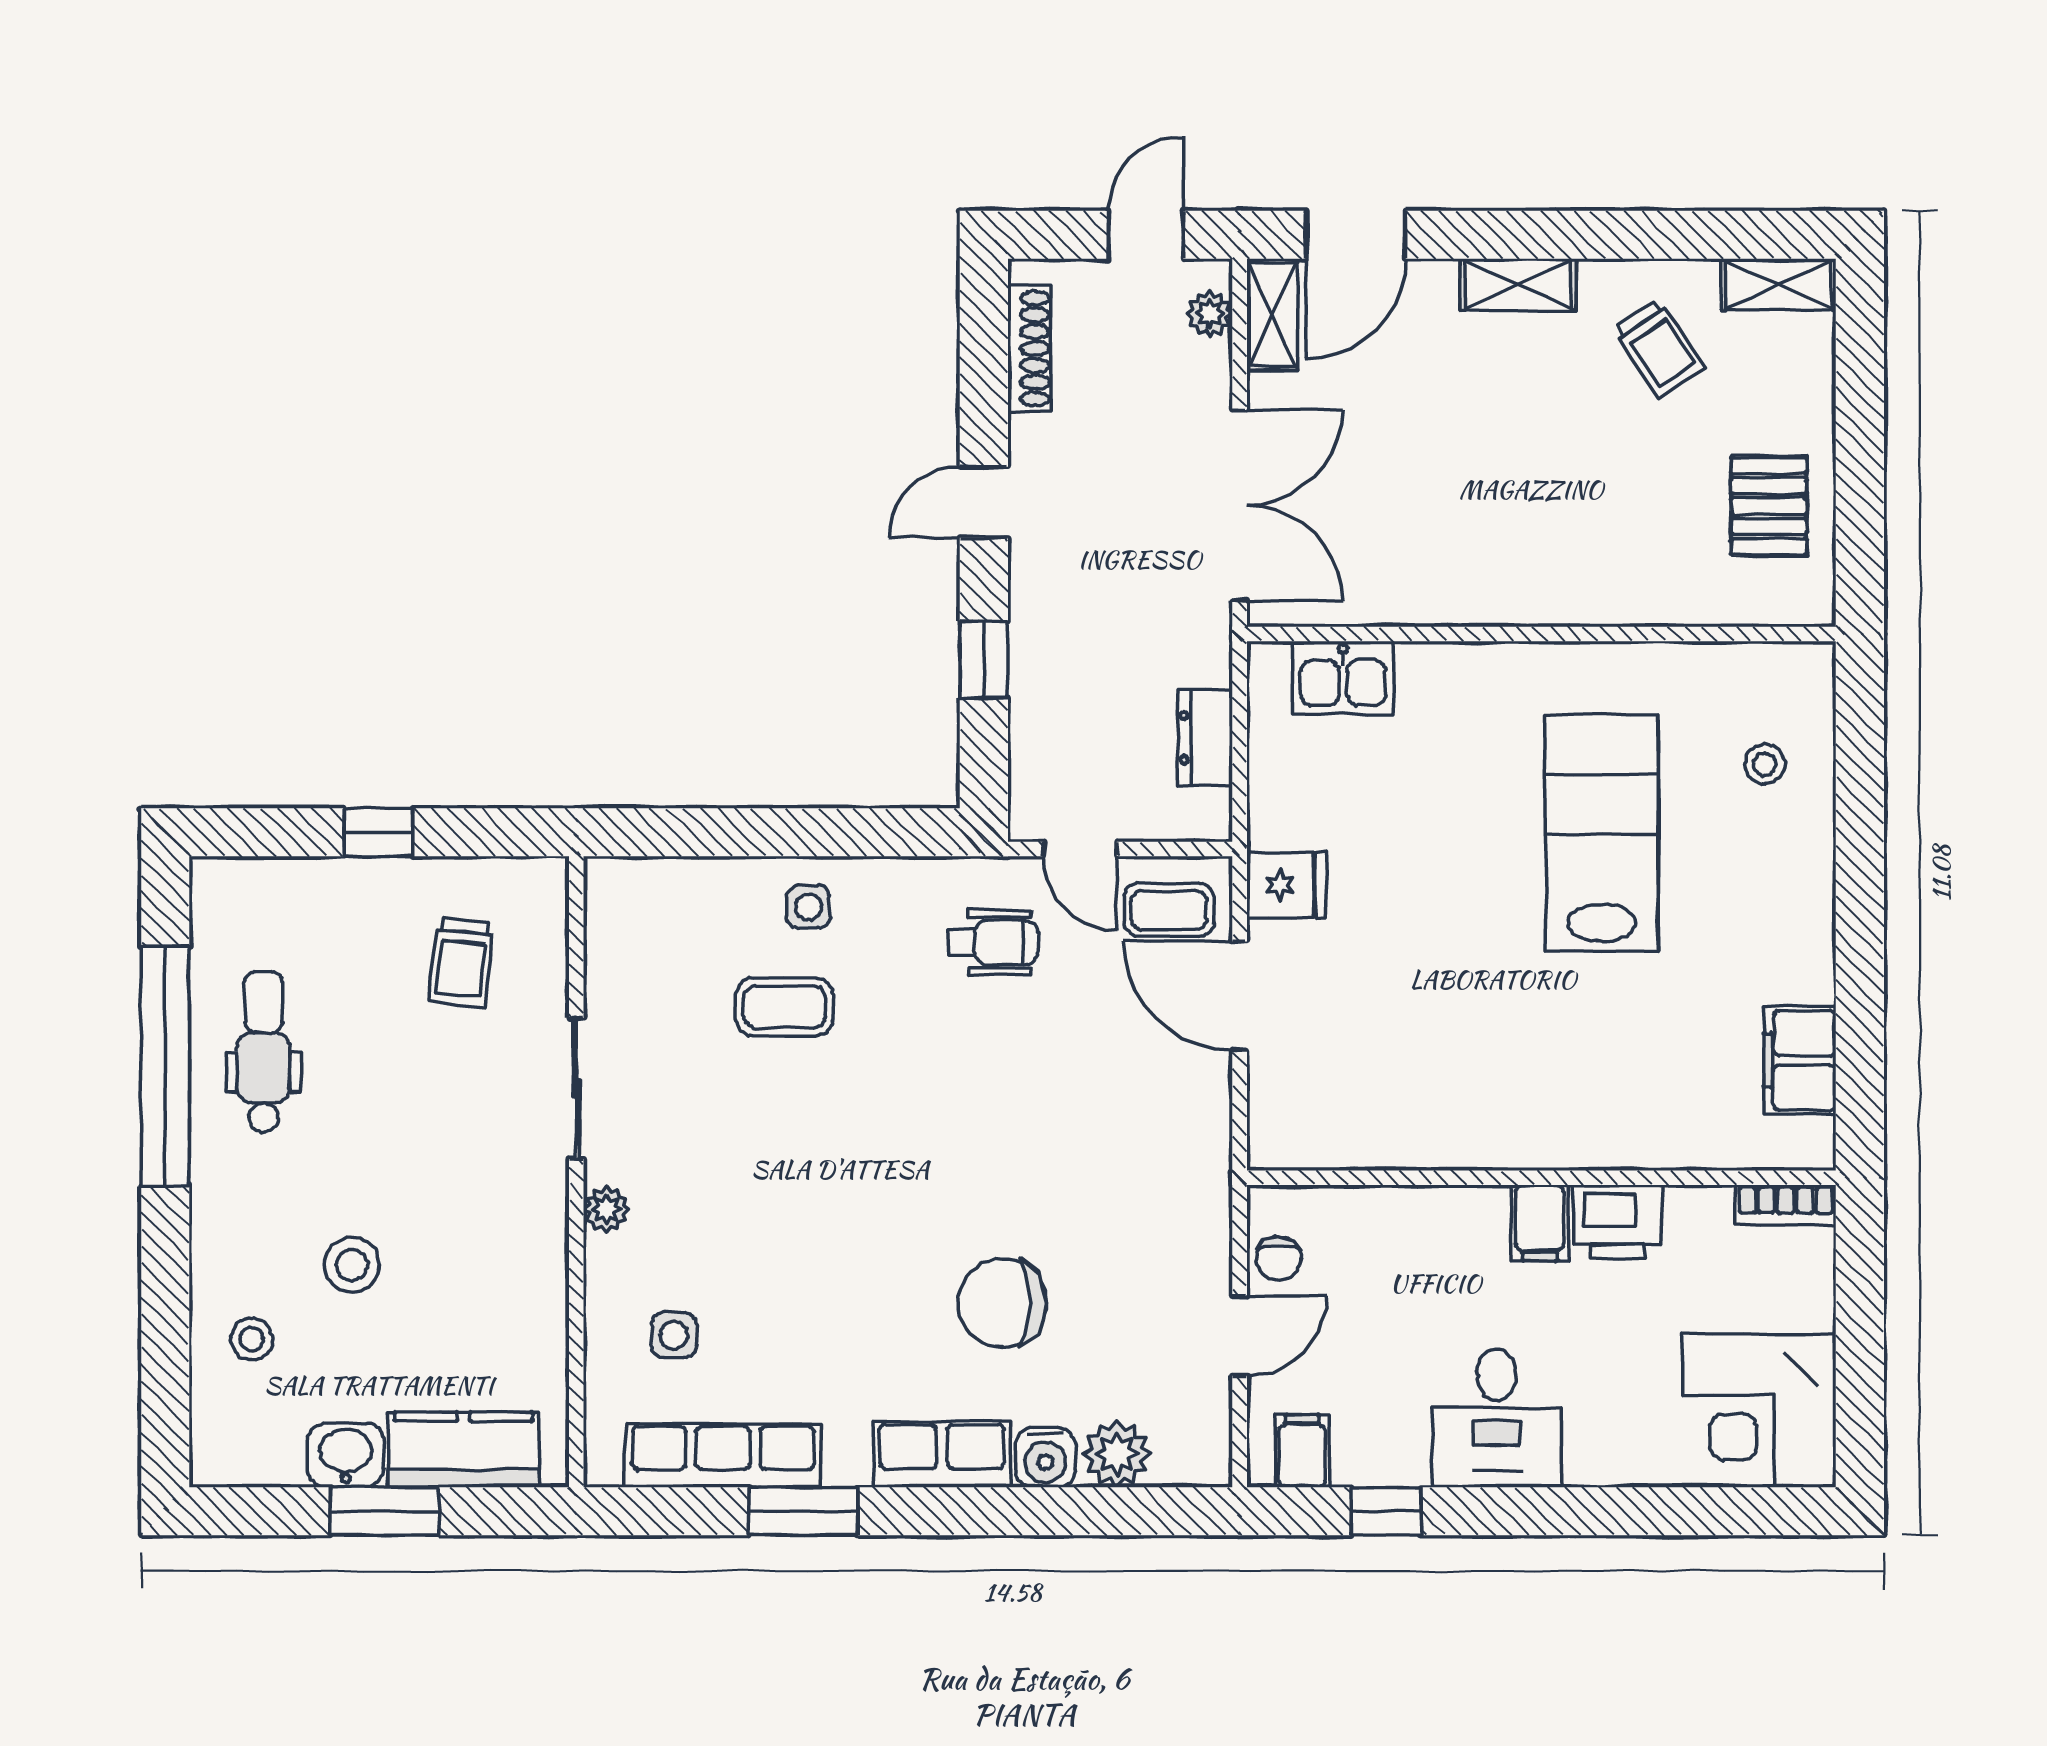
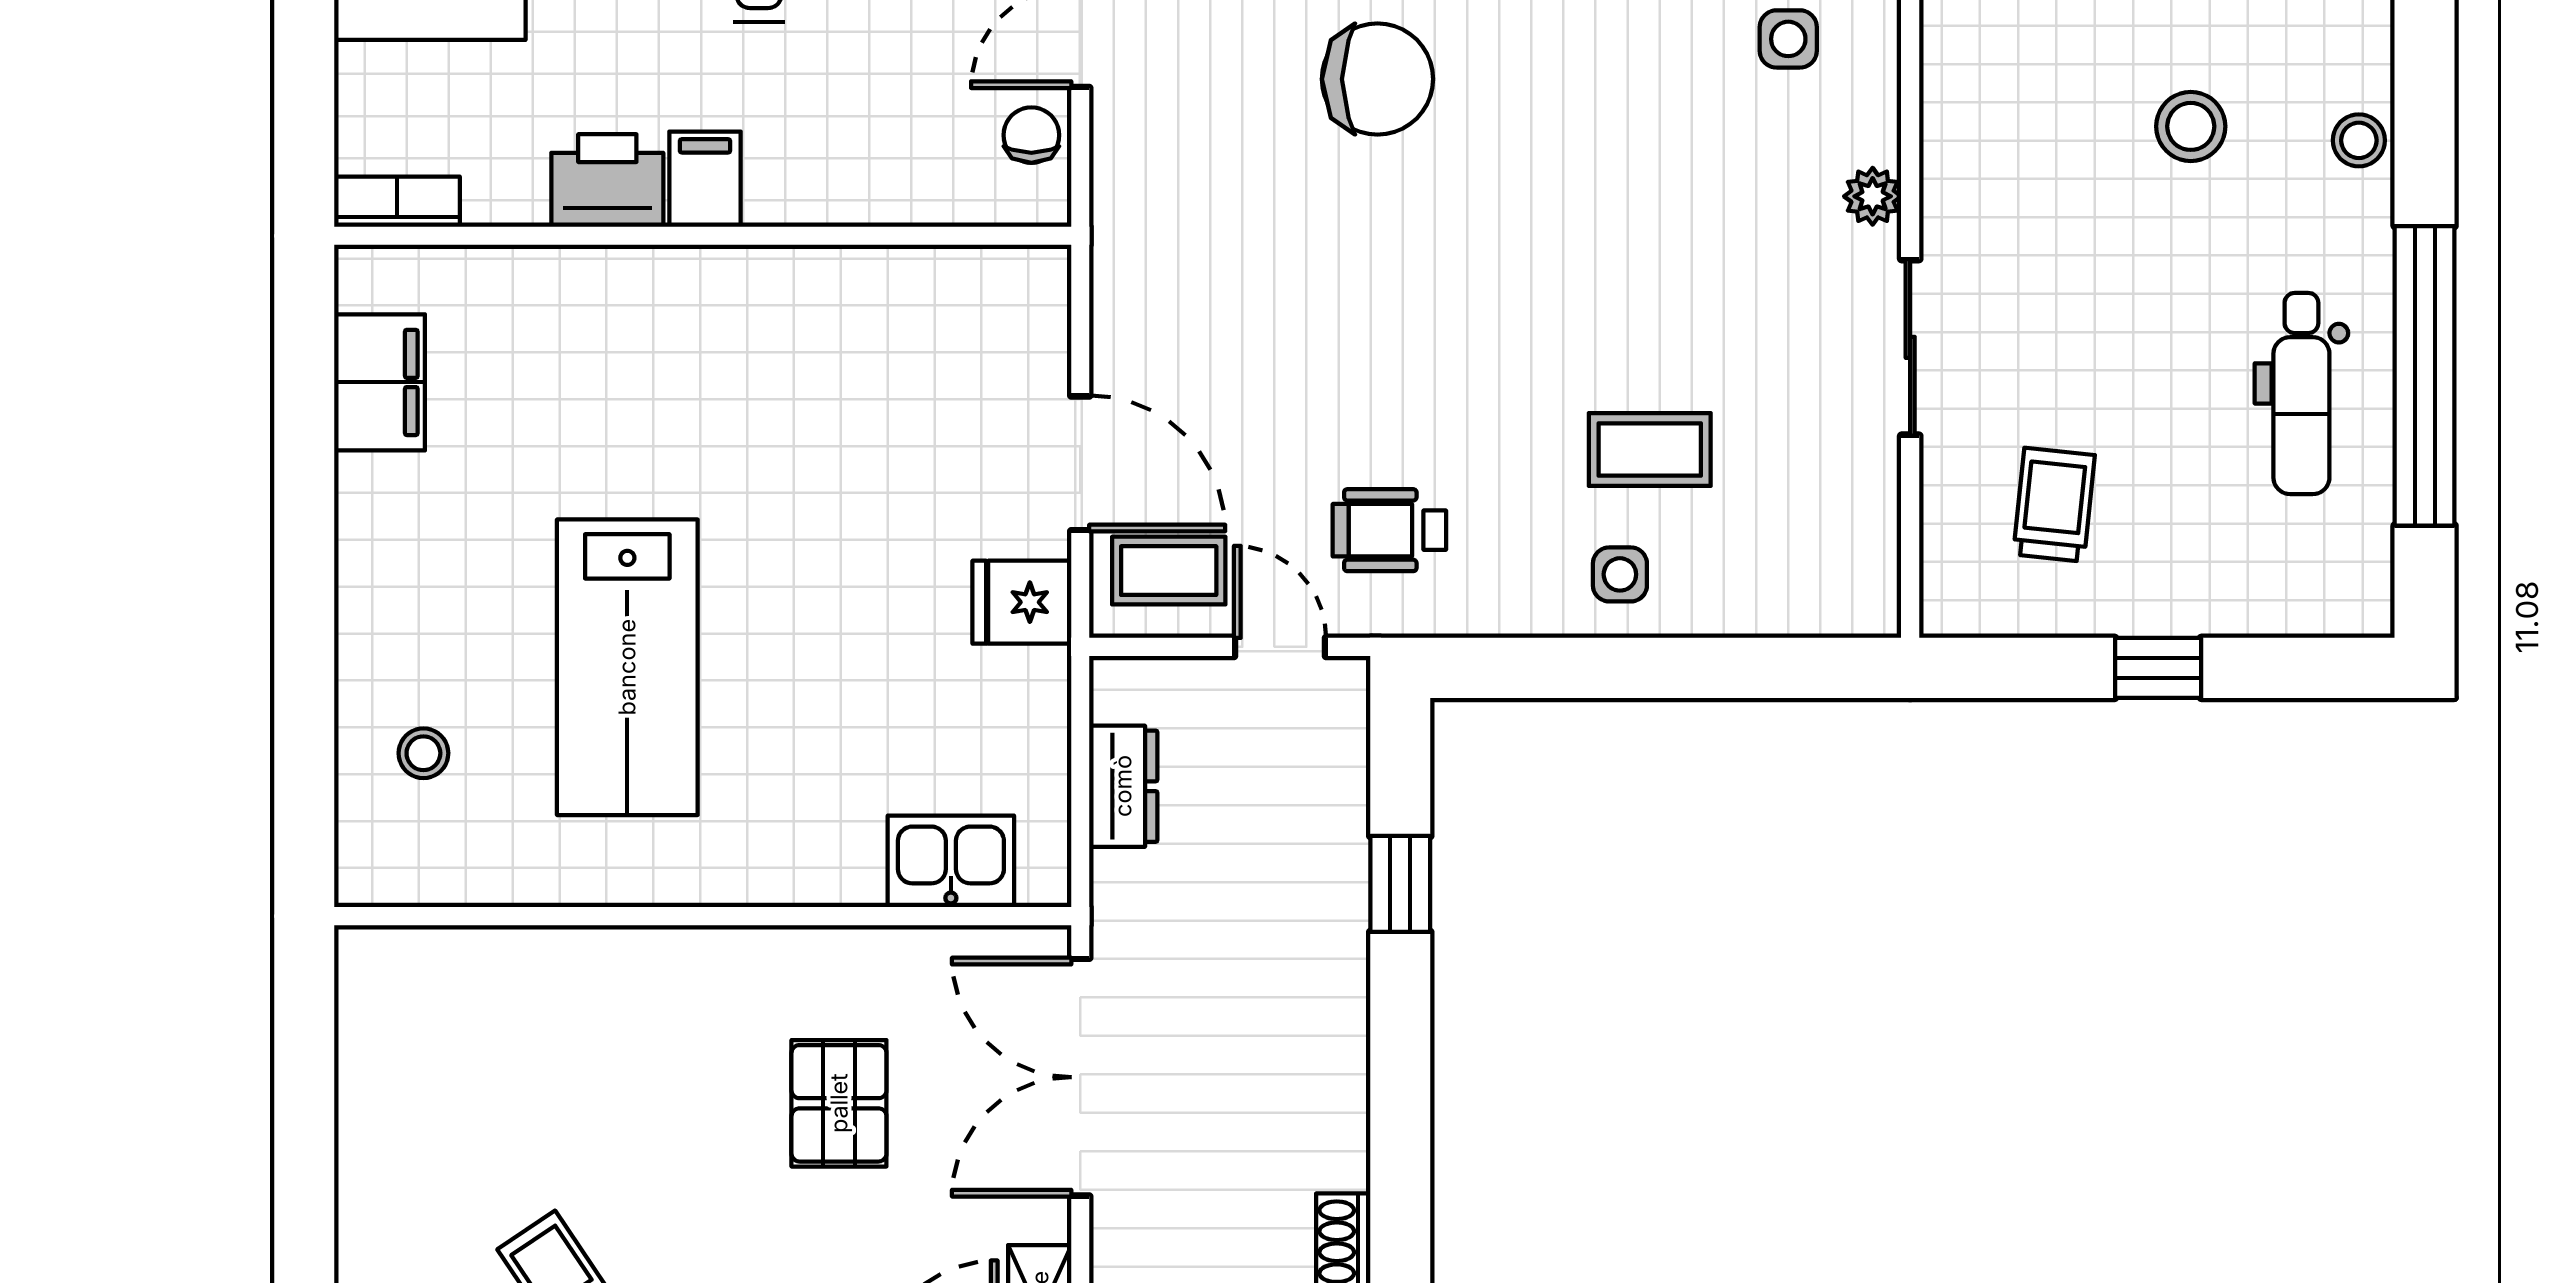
door: (984, 502) -> (1400, 1081), removed
pallet: (1769, 506) -> (839, 1103), moved
stool: (252, 1339) -> (2359, 140), moved

